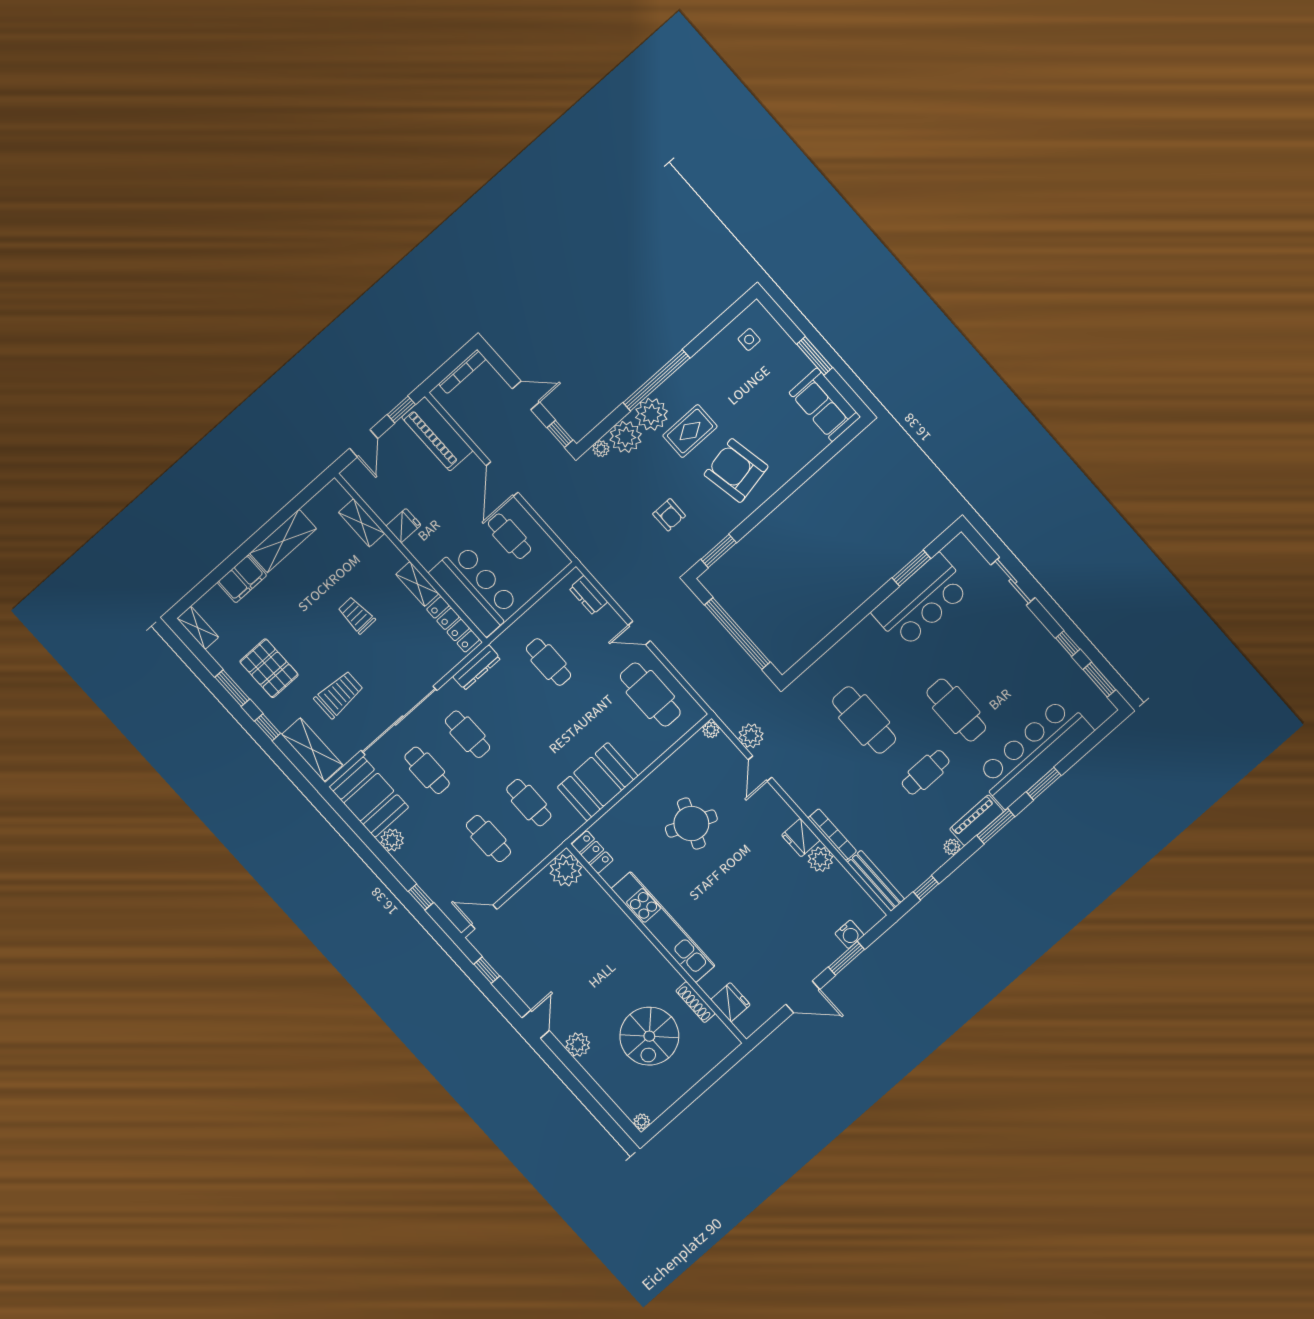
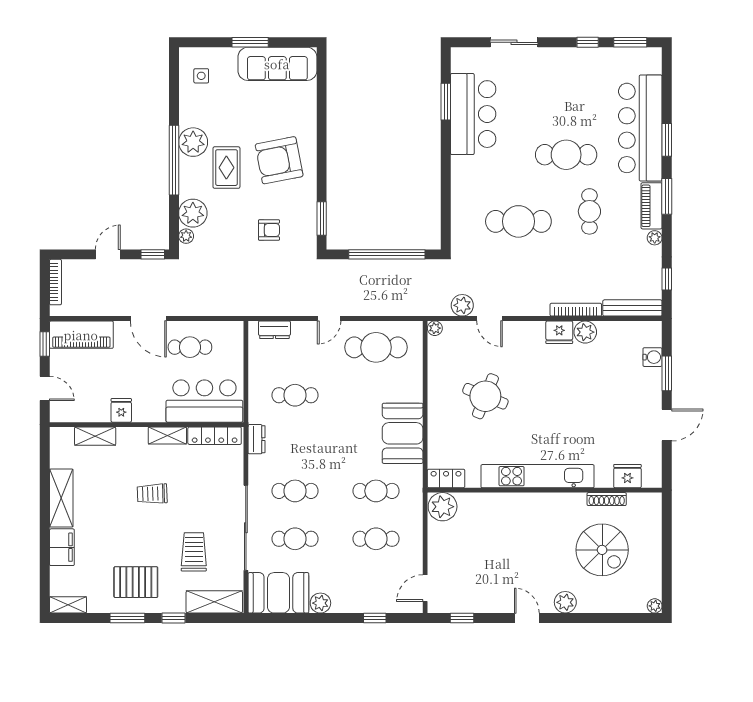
sofa: (825, 405) -> (277, 64), width x1.36
plant: (651, 414) -> (193, 142), moved
dresser: (477, 667) -> (257, 439), width x0.70

